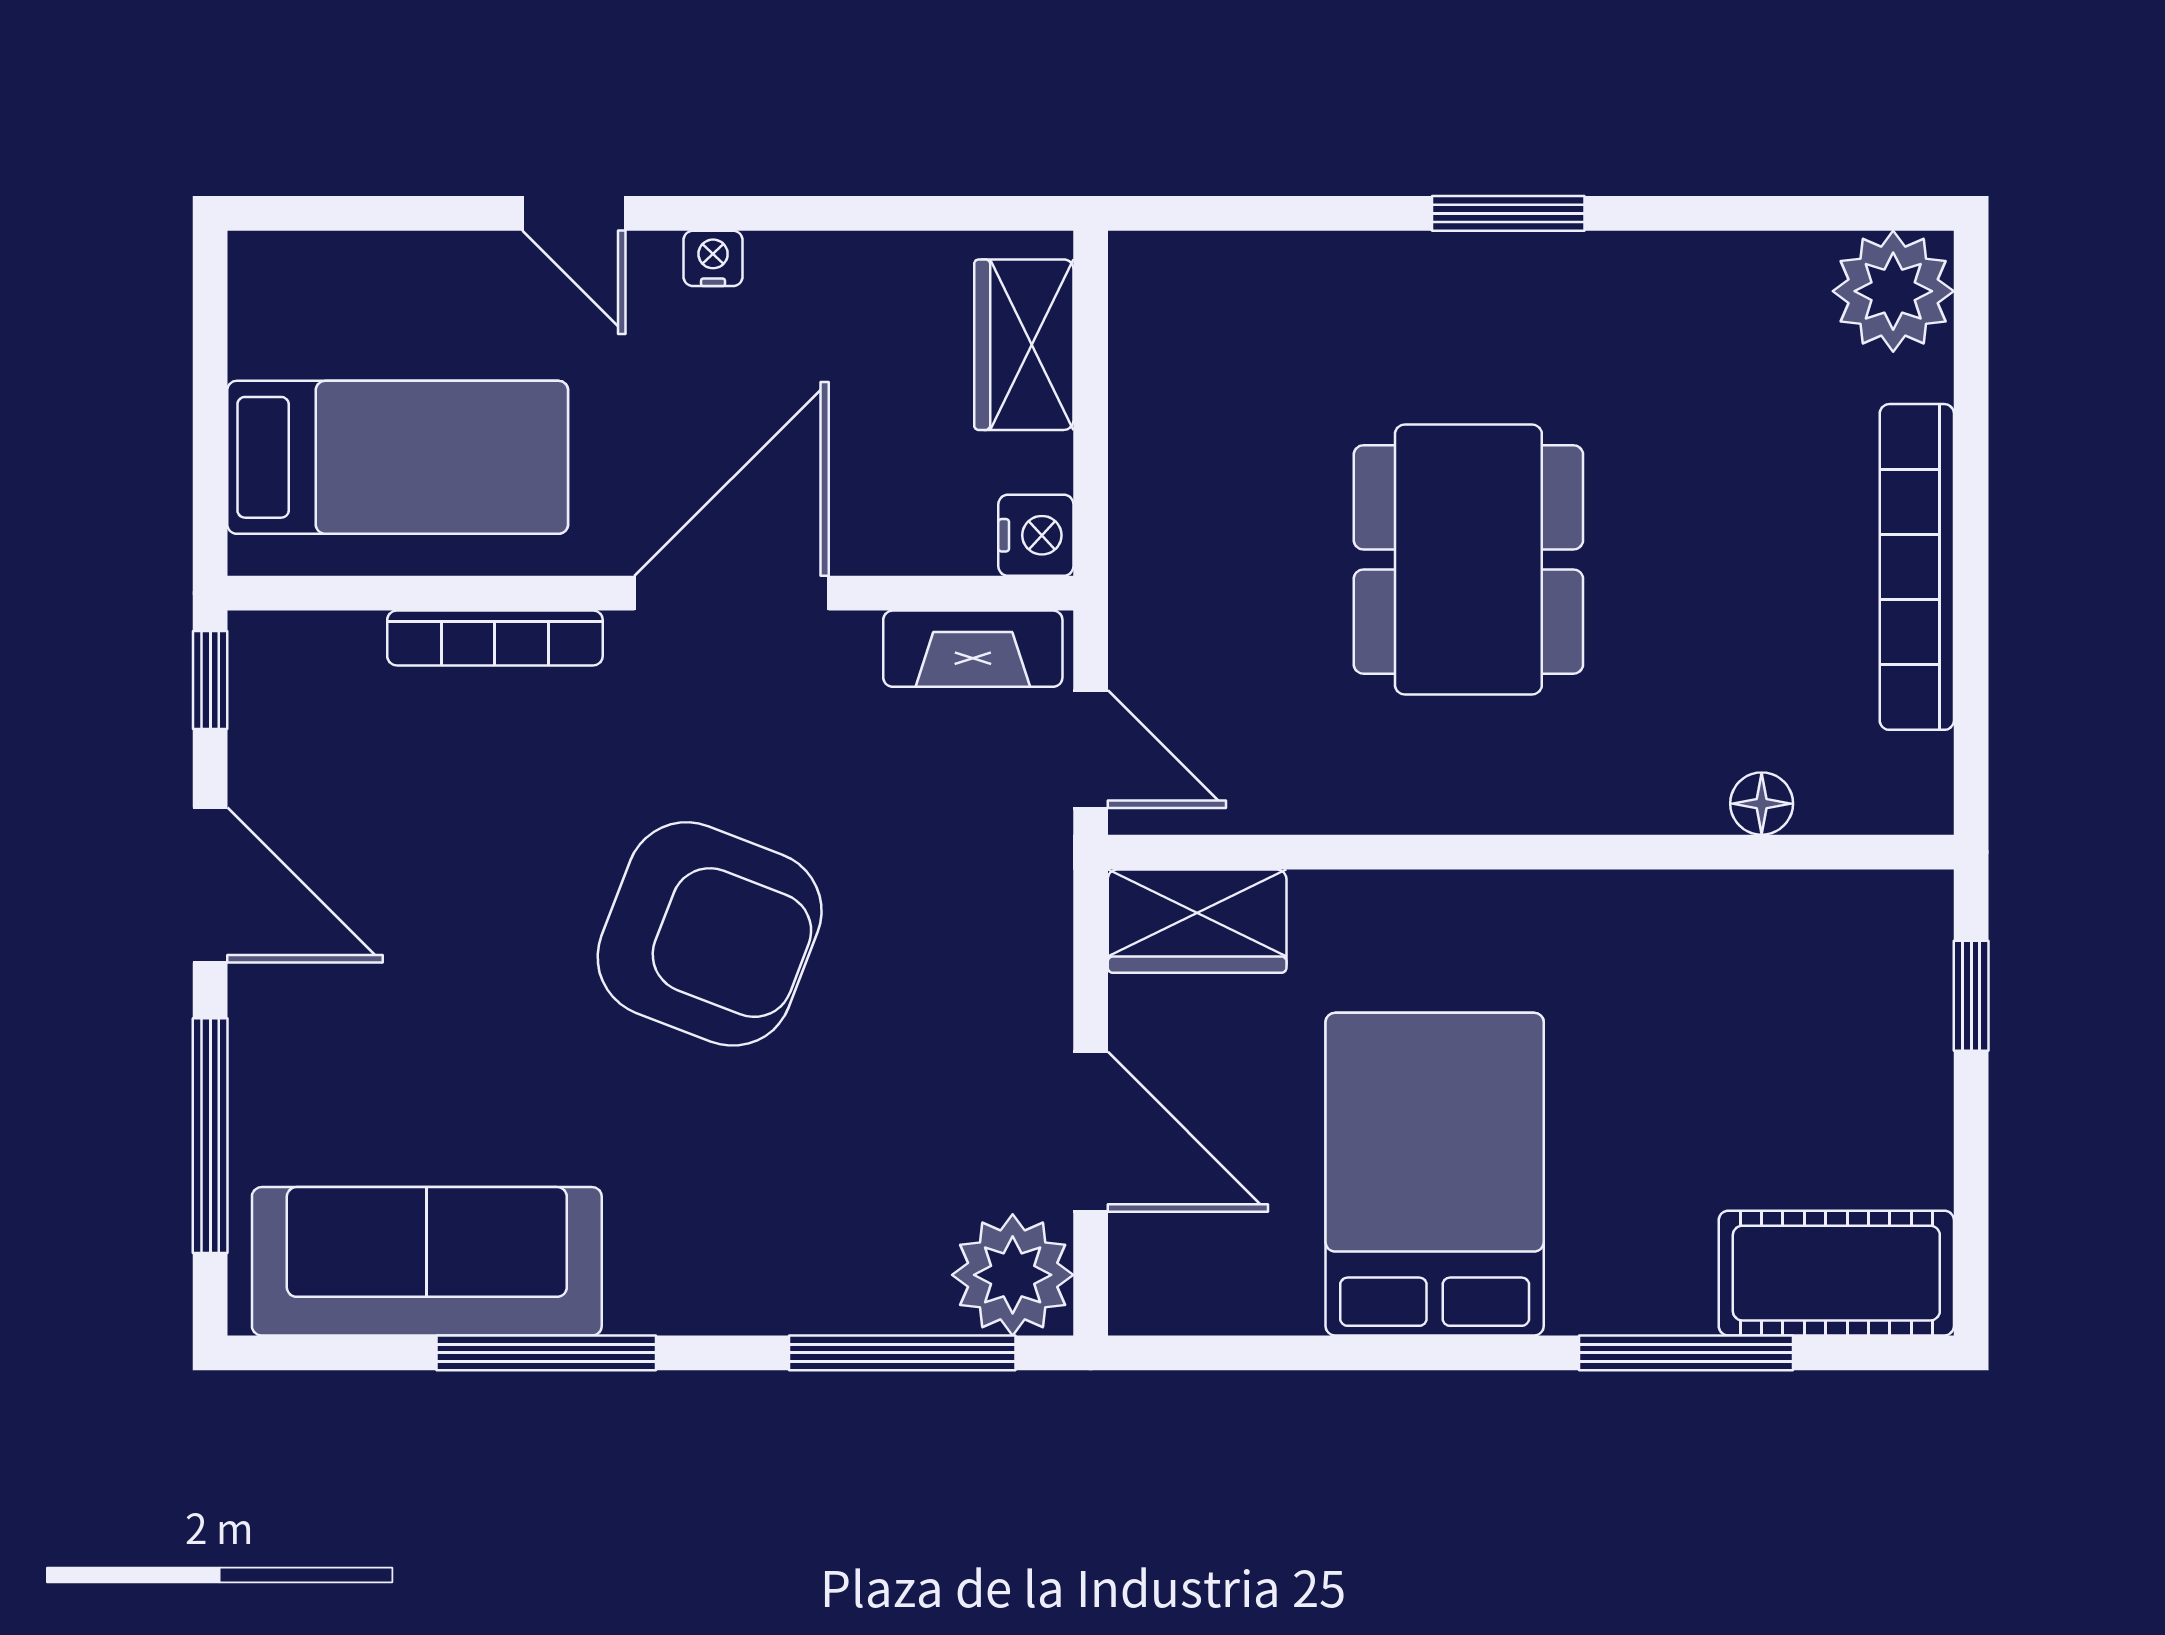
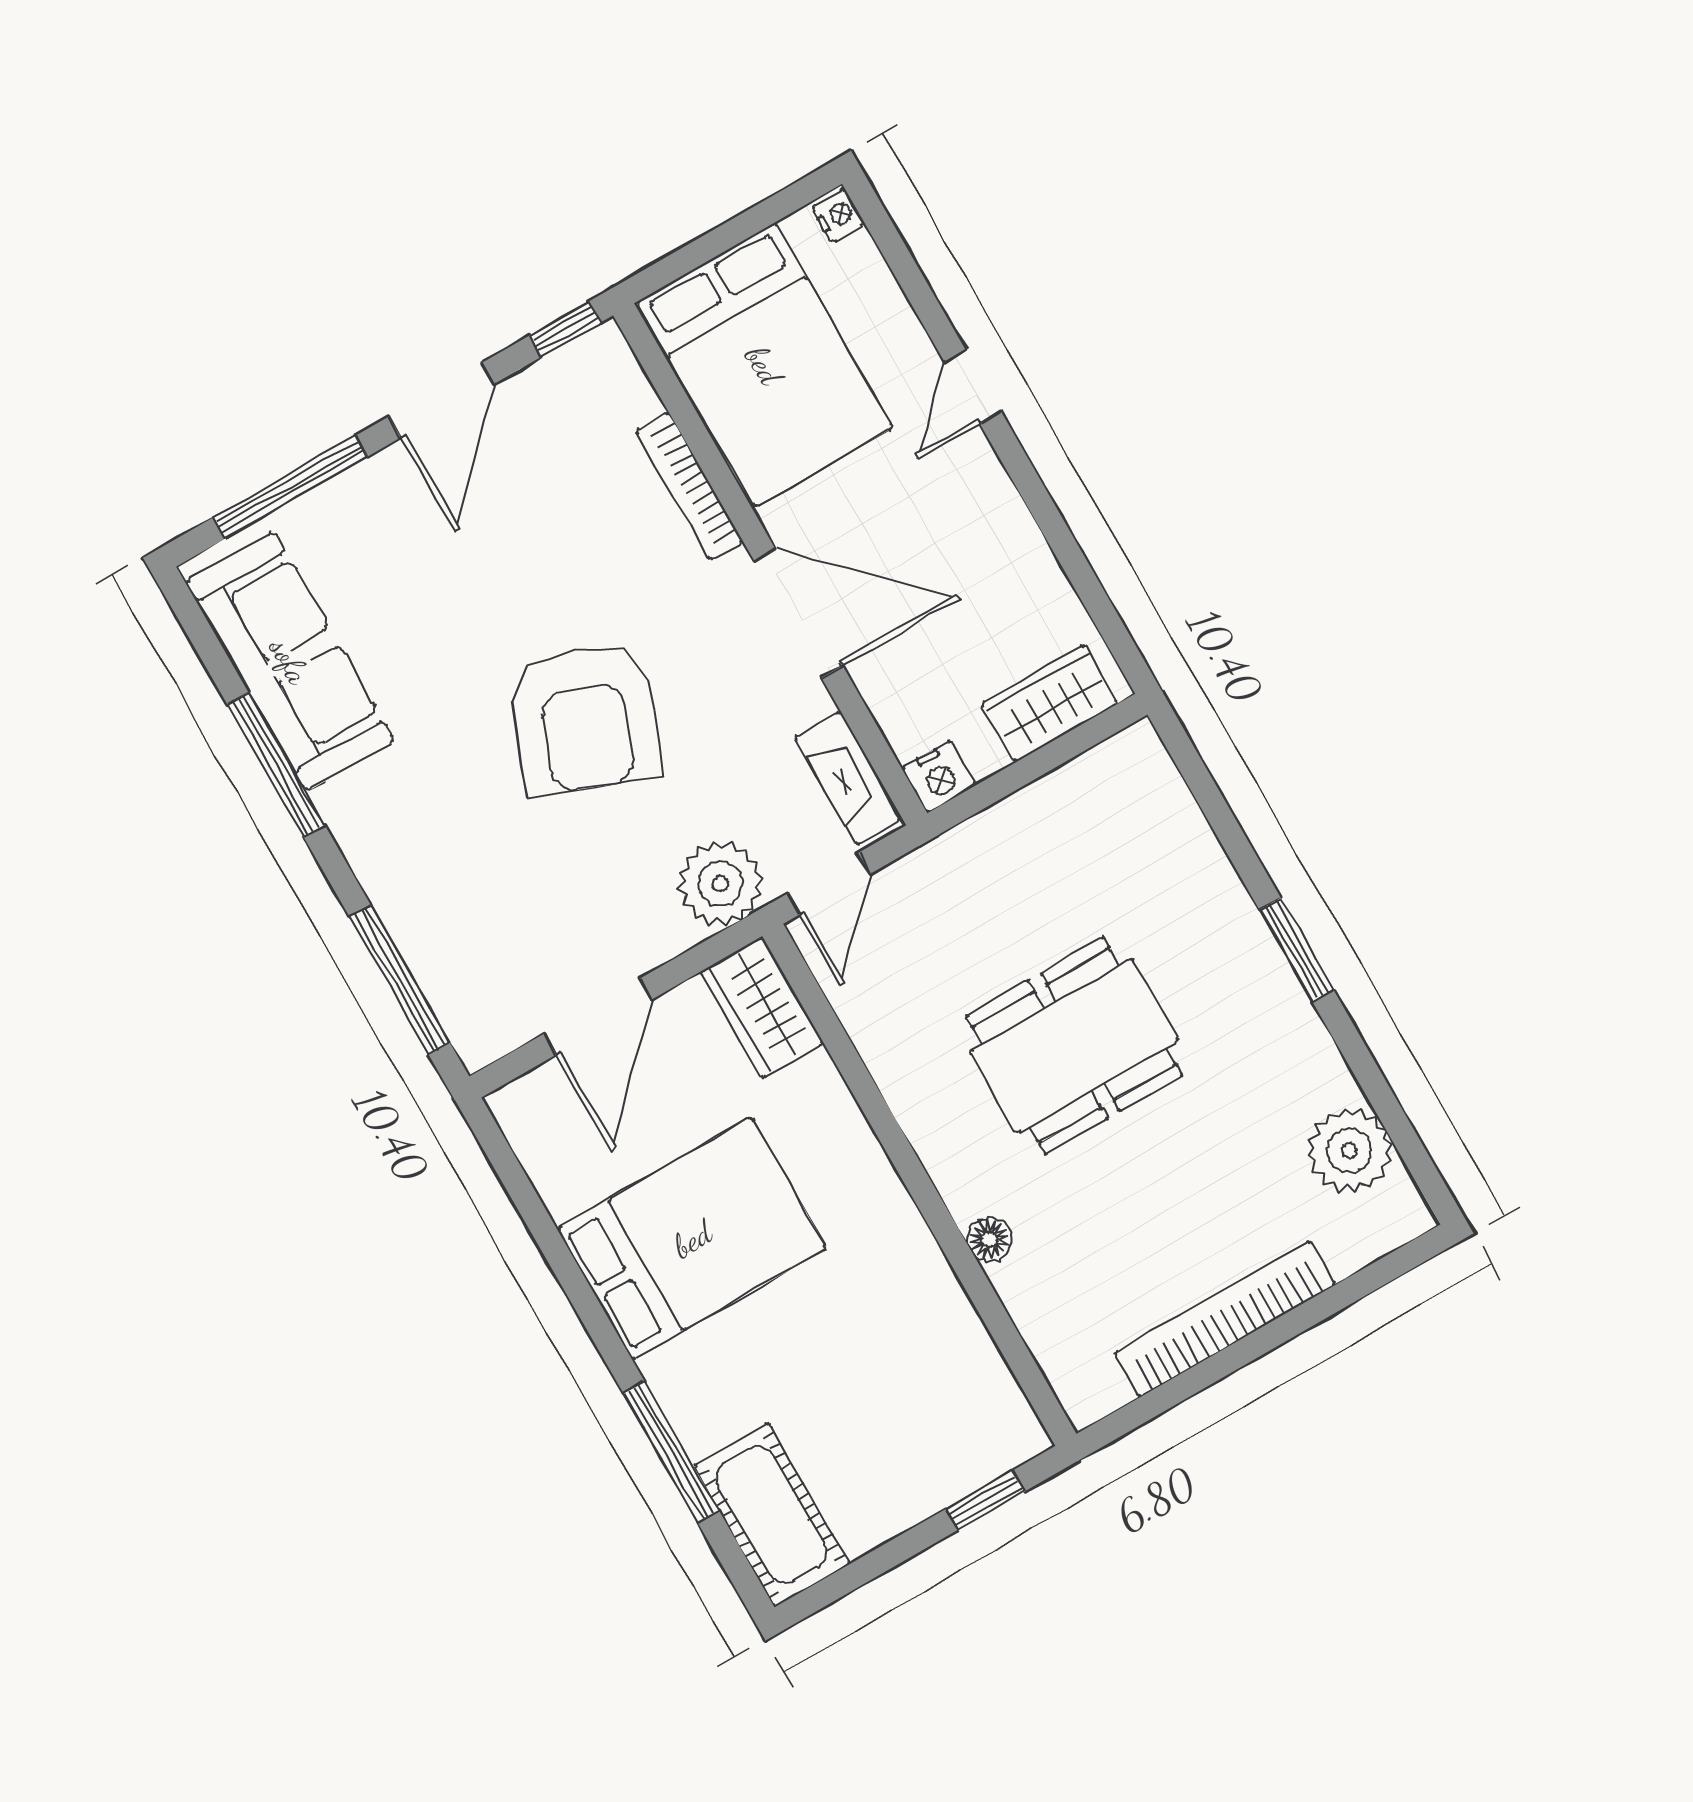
nightstand: (713, 258) -> (838, 215), moved
plant: (1893, 291) -> (1349, 1150), moved
bed: (398, 457) -> (764, 365), width x1.50
floor lamp: (1762, 804) -> (990, 1239), moved
plant: (1013, 1275) -> (720, 884), moved

